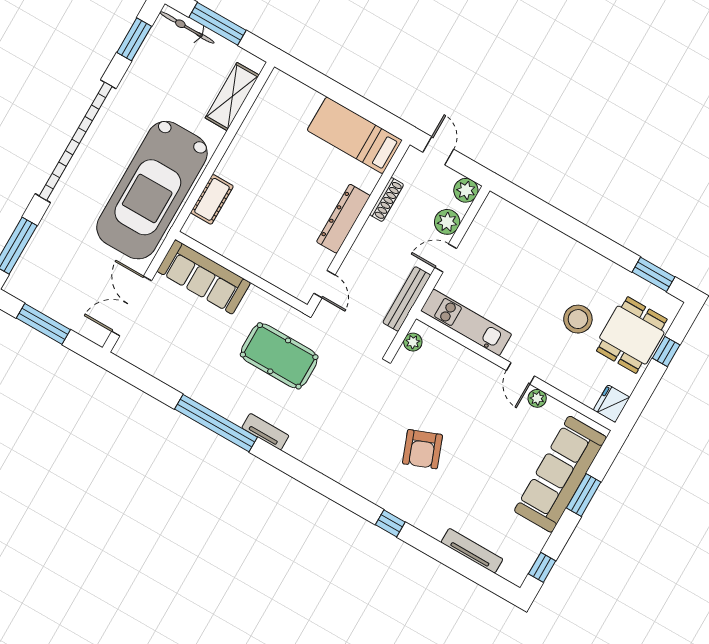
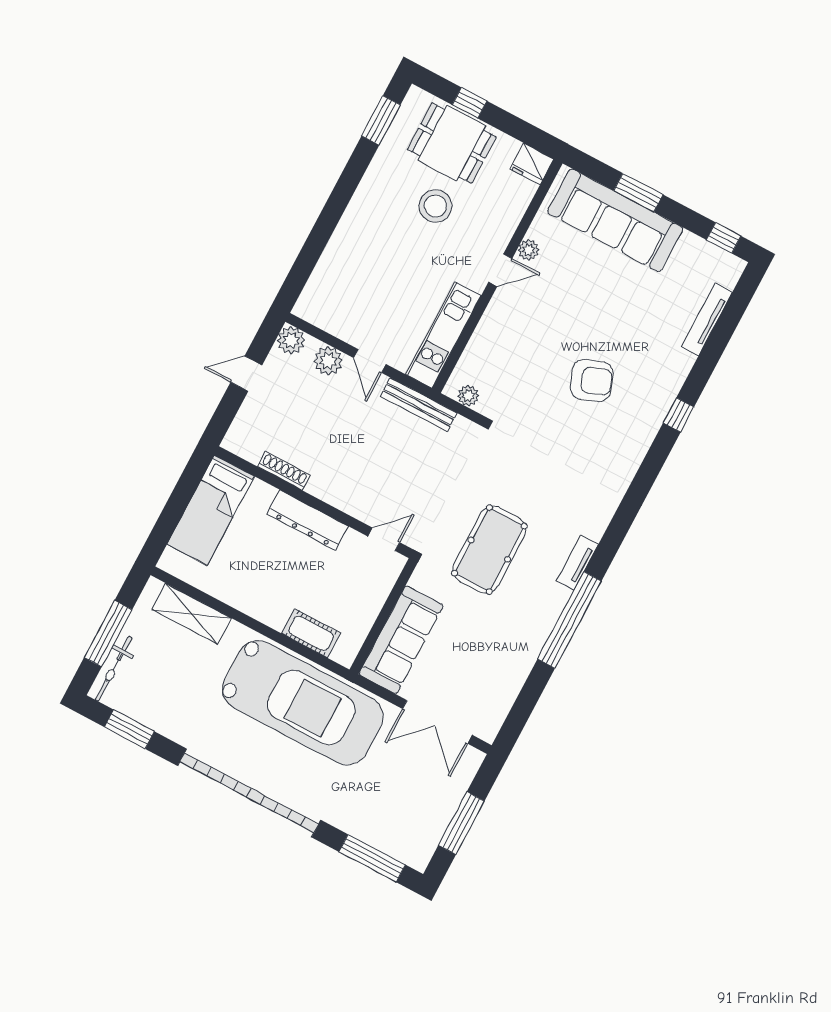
bed: (355, 135) -> (211, 510), moved
shoe rack: (387, 200) -> (284, 471), moved
dresser: (343, 219) -> (308, 520), moved
wall: (359, 225) -> (314, 502), moved
door: (325, 284) -> (384, 539), moved

